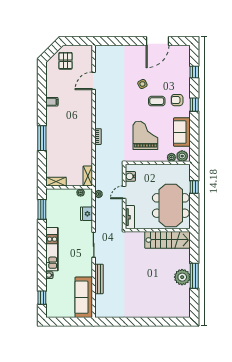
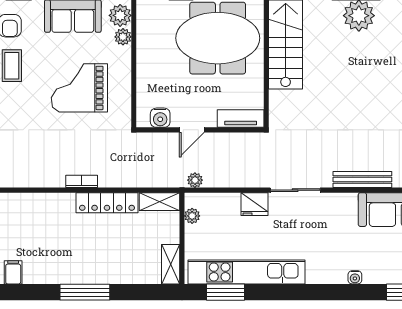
locker: (87, 149) -> (107, 203), added
door: (124, 192) -> (192, 130), hinge flipped
fridge: (87, 214) -> (254, 204), moved
kitchen unit: (52, 249) -> (247, 272), moved, width x1.36

